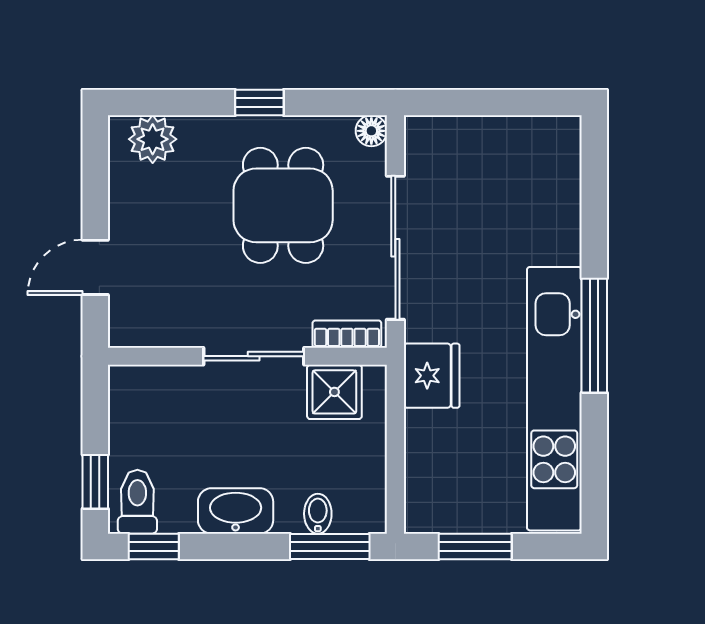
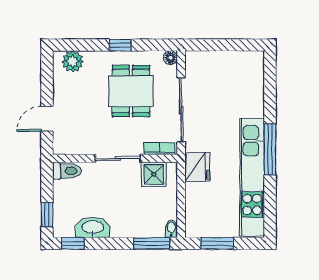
toilet: (137, 502) -> (67, 171), moved, turned 90
washbasin: (236, 511) -> (93, 228), moved
bidet: (318, 514) -> (171, 229), moved

